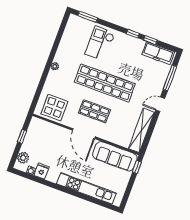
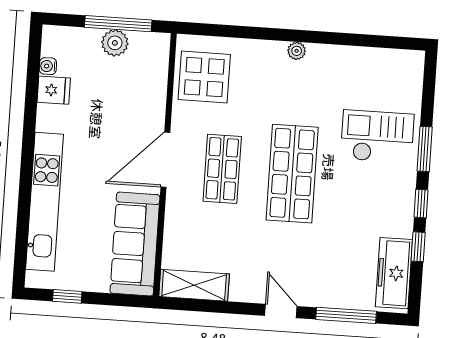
window: (88, 17) -> (425, 149), moved
shop shelf: (105, 83) -> (292, 174), width x0.71
shelving: (141, 130) -> (194, 285), width x0.68
window: (22, 136) -> (118, 24), width x2.17
plant: (23, 158) -> (115, 43), moved
window: (137, 167) -> (67, 296), moved

